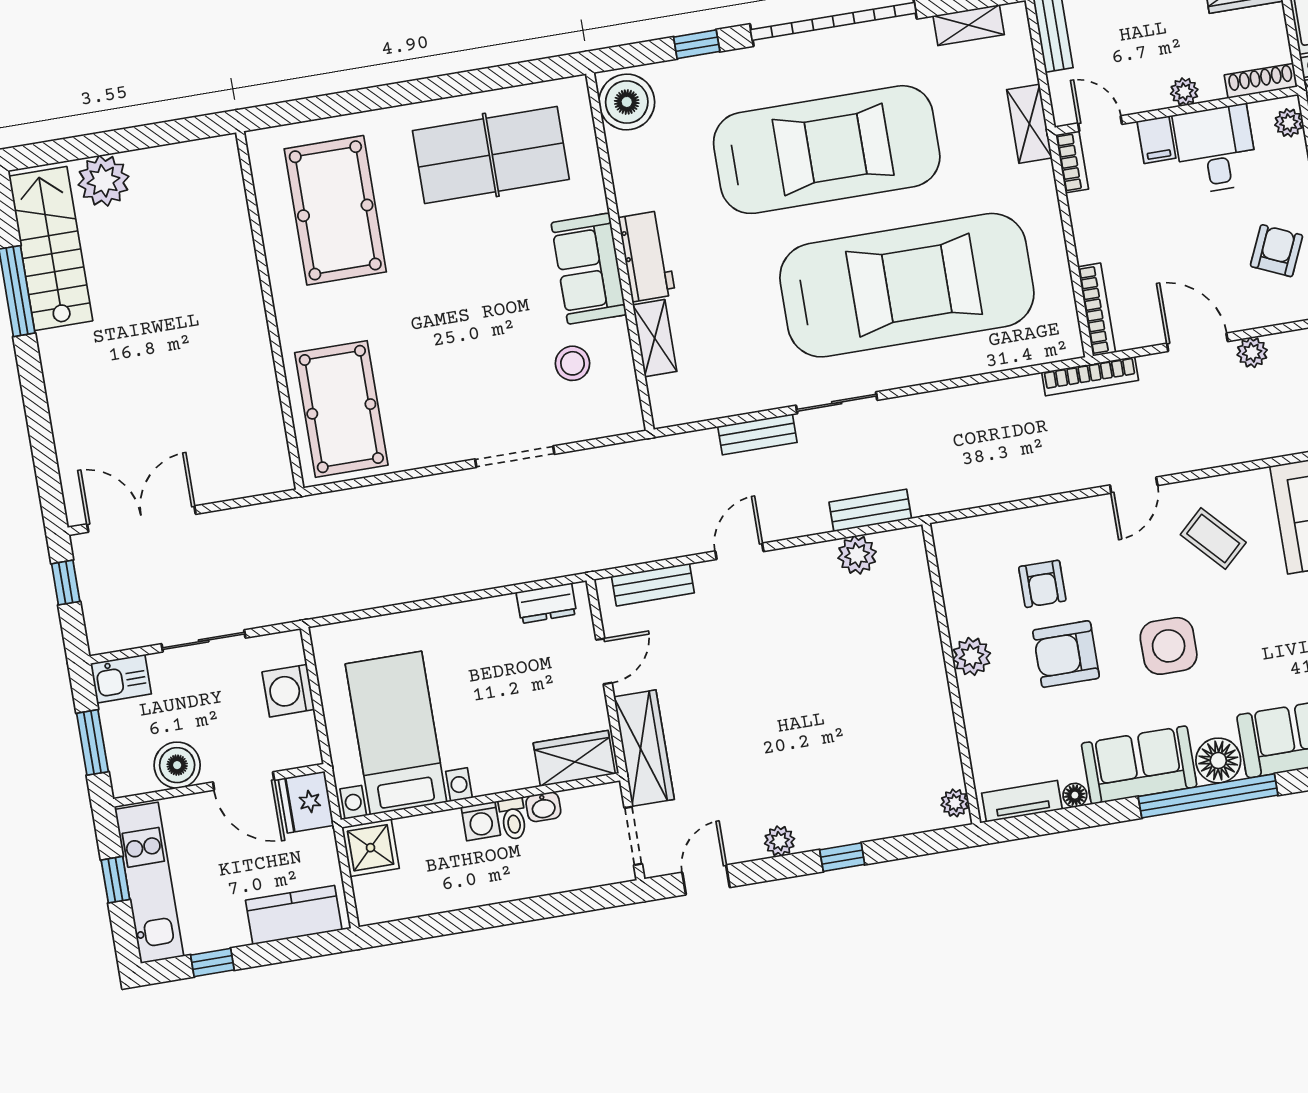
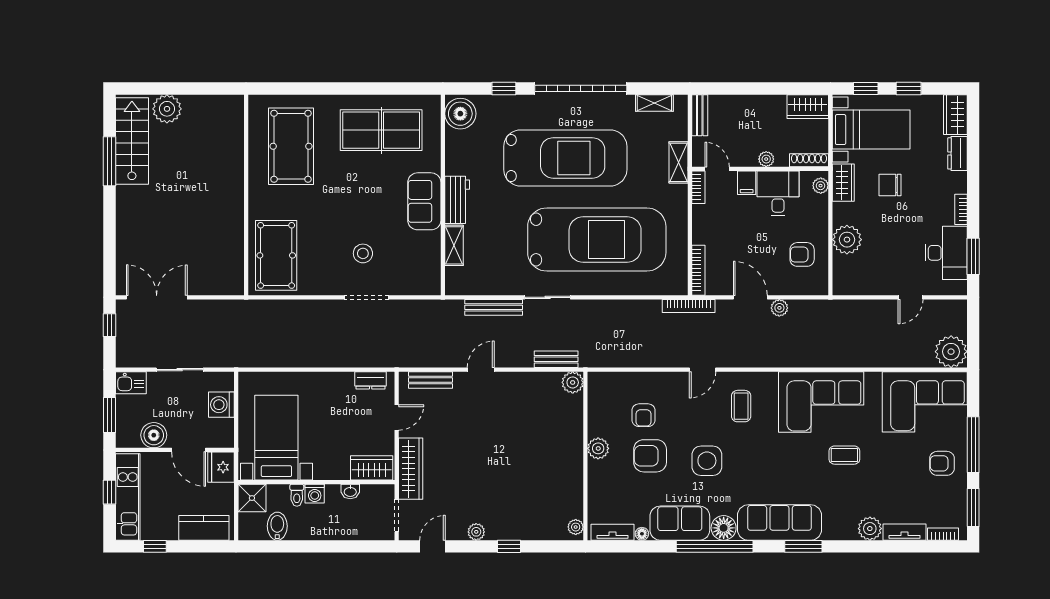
armchair: (1277, 251) -> (802, 254), turned -114
stool: (573, 363) -> (363, 253), moved
bench: (757, 434) -> (494, 307), width x1.36
coffee table: (1213, 539) -> (741, 406), turned 43
plant: (857, 555) -> (573, 382), moved
toilet: (513, 819) -> (297, 495), moved
bidet: (424, 890) -> (277, 526), added

